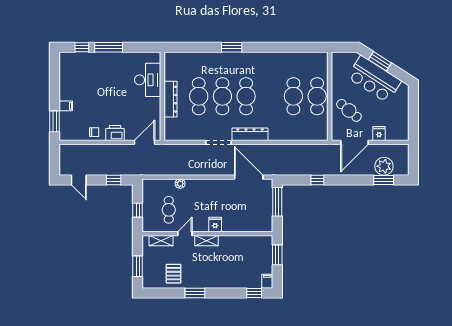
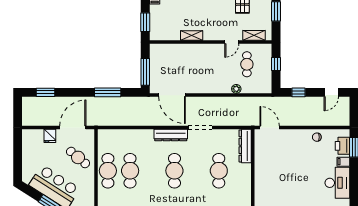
desk: (148, 80) -> (337, 183), moved, turned 180
cafe table: (222, 96) -> (197, 171), removed
dresser: (171, 99) -> (245, 146), moved
printer: (115, 133) -> (342, 146), moved, turned 90
door: (144, 142) -> (270, 127), swing flipped
plant: (384, 166) -> (45, 105), removed
door: (79, 180) -> (331, 92), swing flipped
window: (317, 180) -> (108, 92), width x2.17
fridge: (215, 224) -> (203, 51), removed
shelving: (206, 241) -> (192, 36), moved

